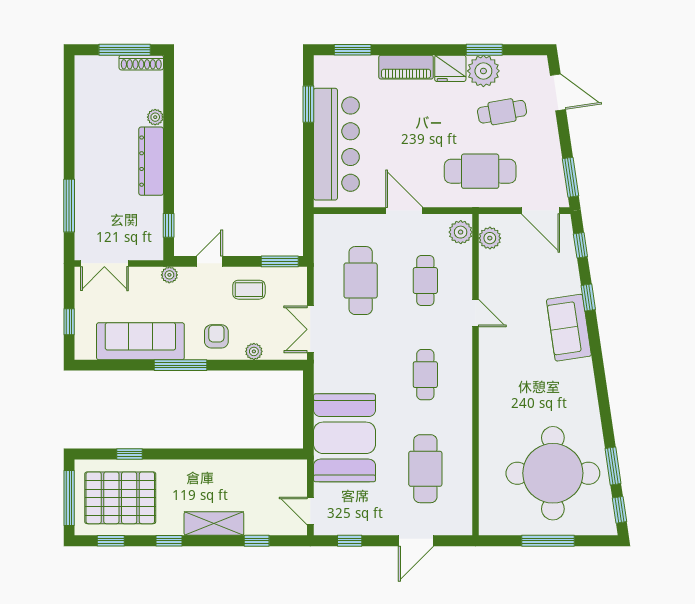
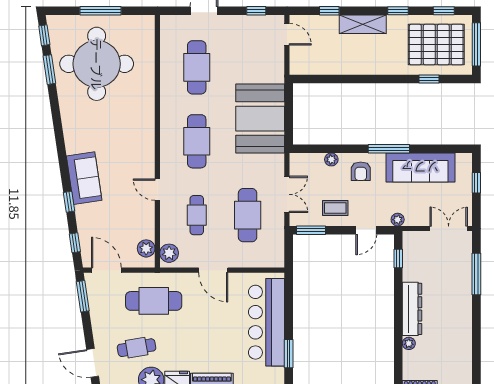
double door: (310, 329) -> (287, 194), moved
cafe table: (425, 375) -> (197, 141), width x1.37, depth x1.35
booth: (345, 438) -> (260, 119), moved

